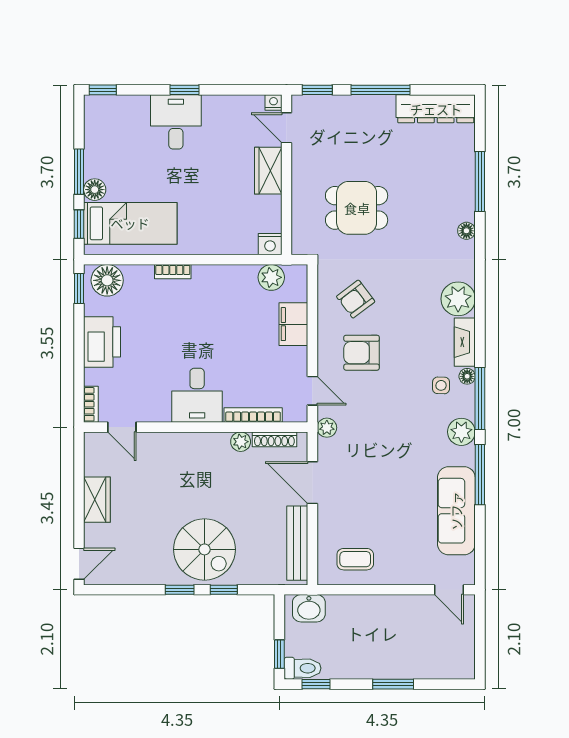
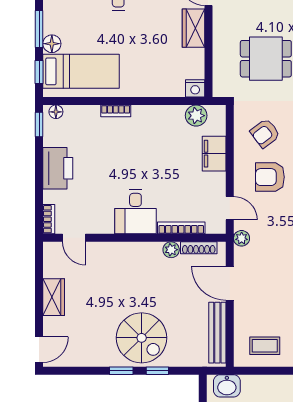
floor lamp: (107, 280) -> (56, 112), width x0.53, depth x0.53

